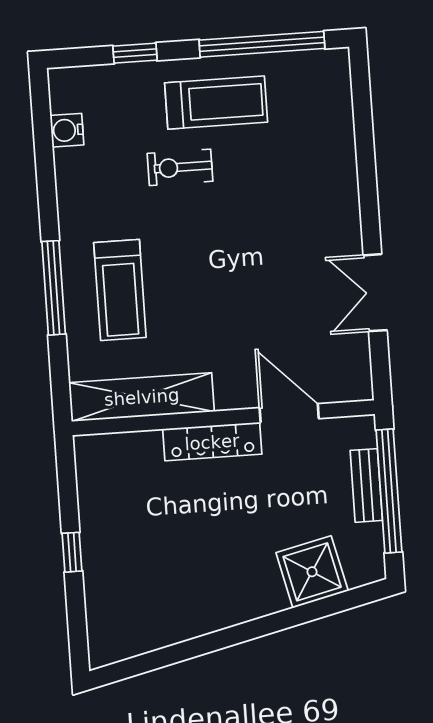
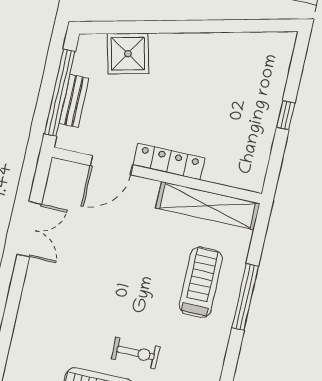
door: (289, 413) -> (111, 165), hinge flipped

